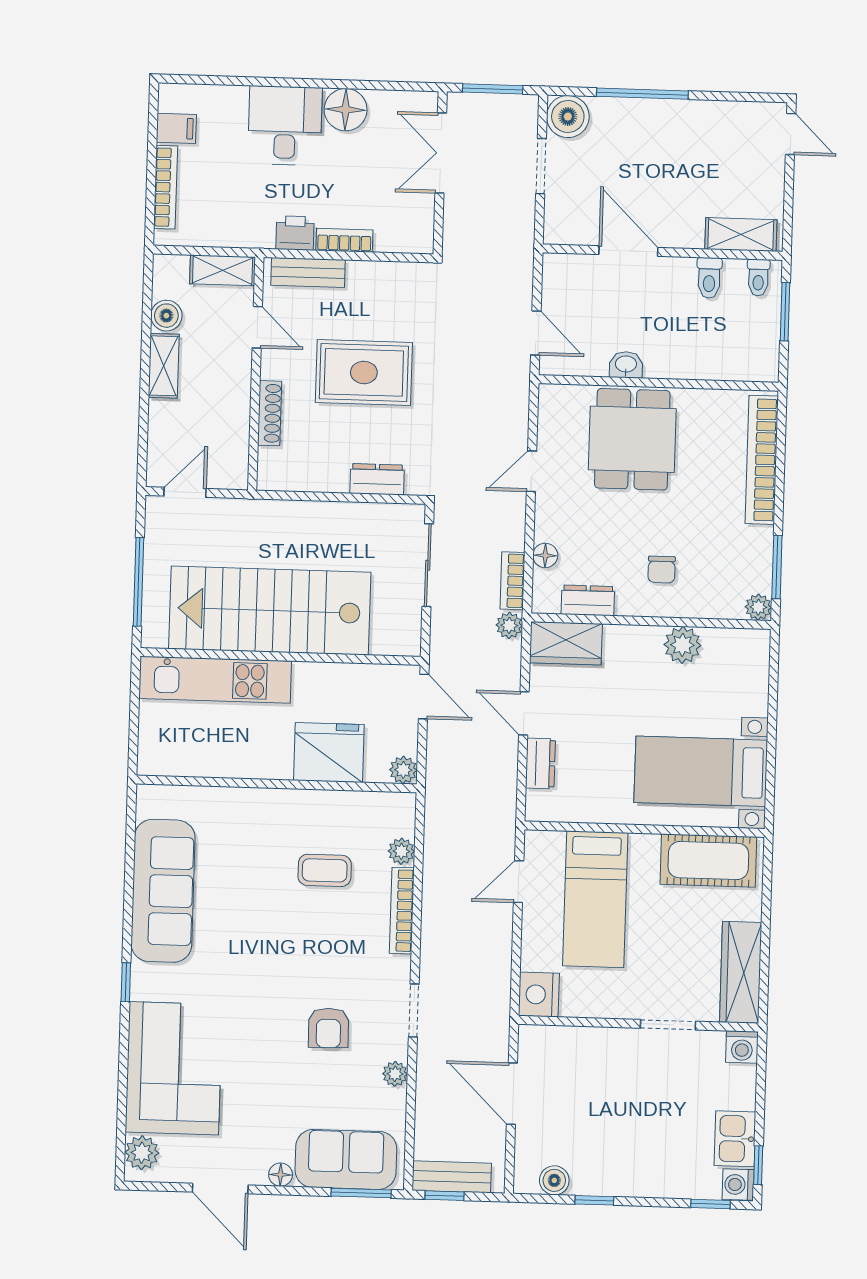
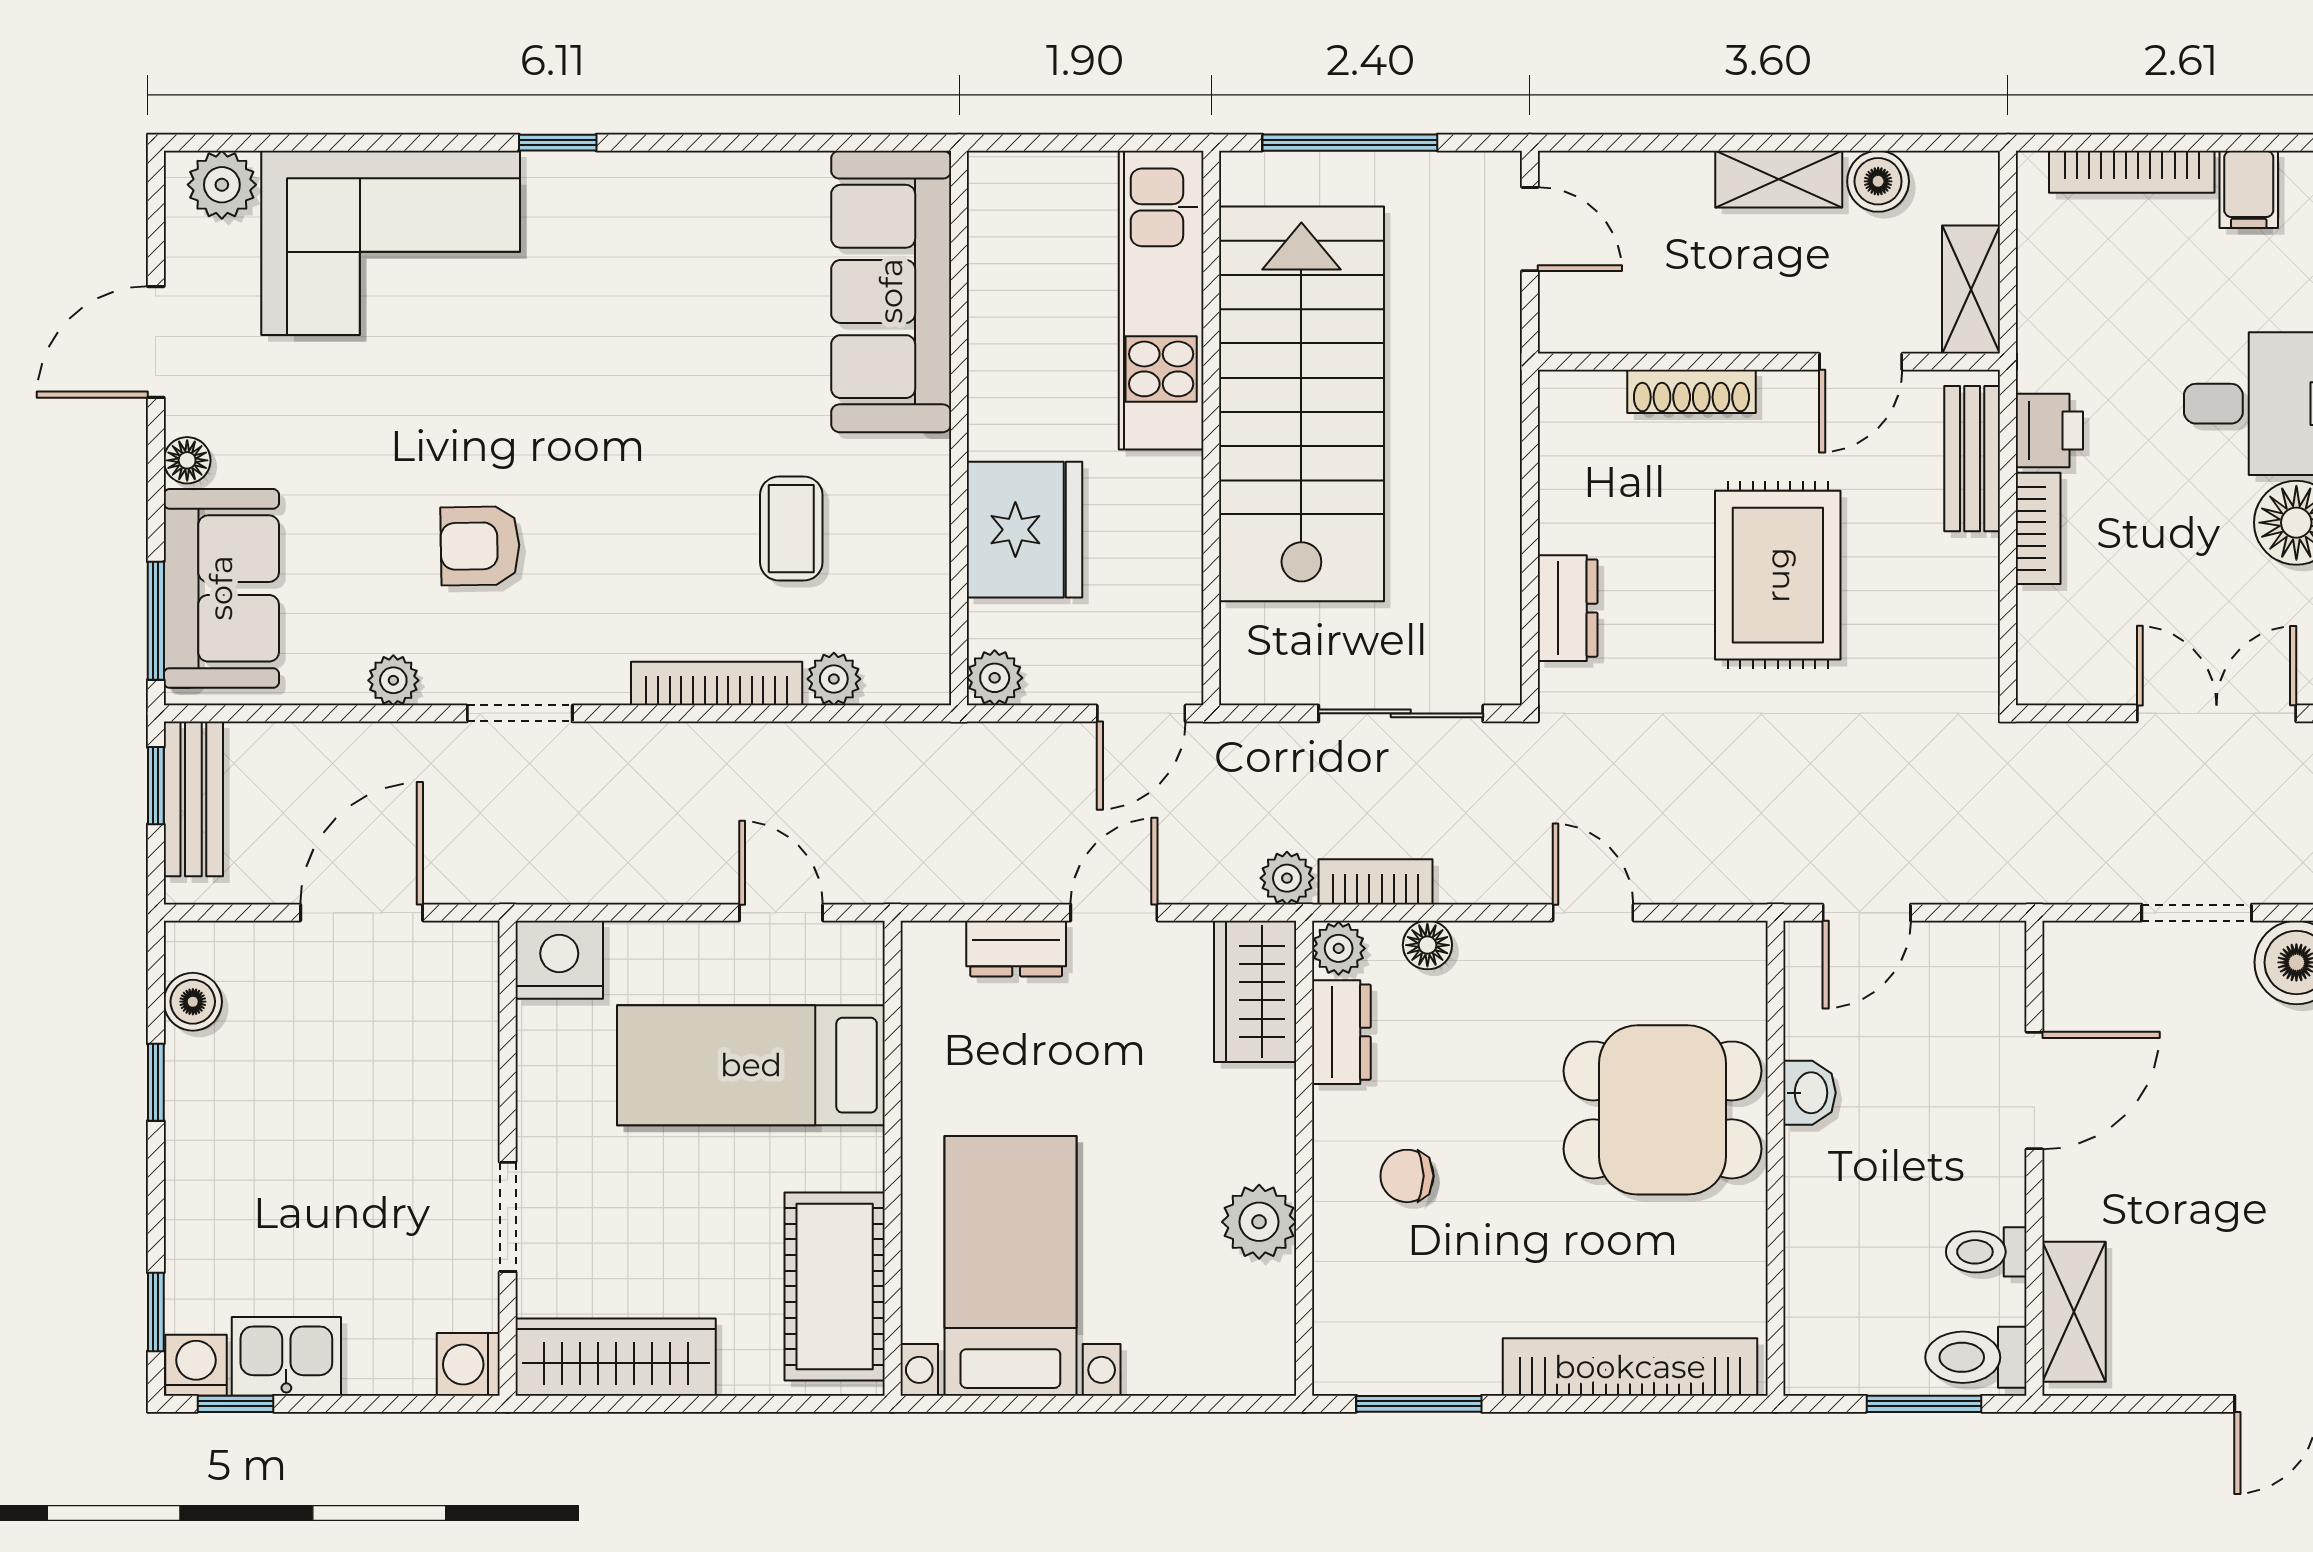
toilet: (758, 278) -> (1976, 1357), width x1.37, depth x1.39
plant: (758, 607) -> (1339, 948), moved
sofa: (163, 891) -> (891, 291), moved, turned 90

